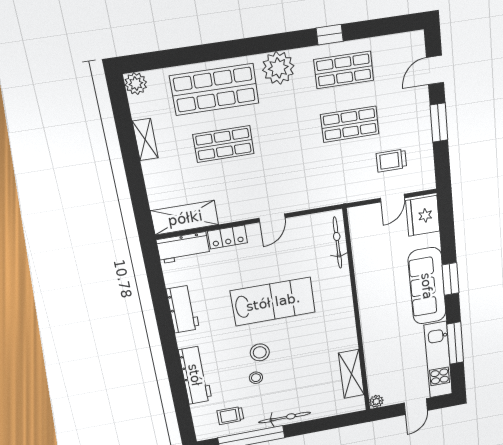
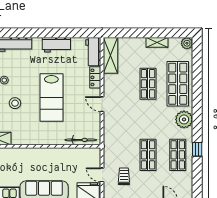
stool: (260, 352) -> (15, 103), moved

